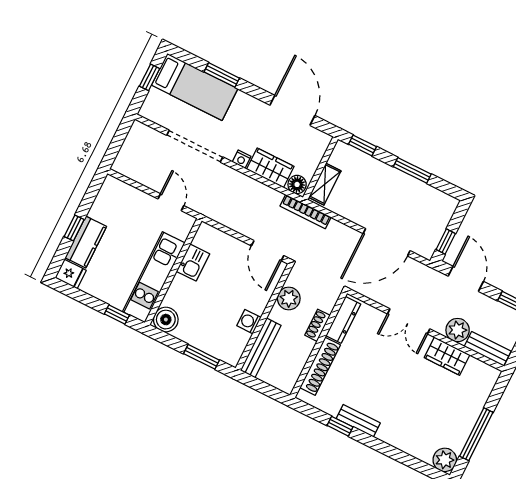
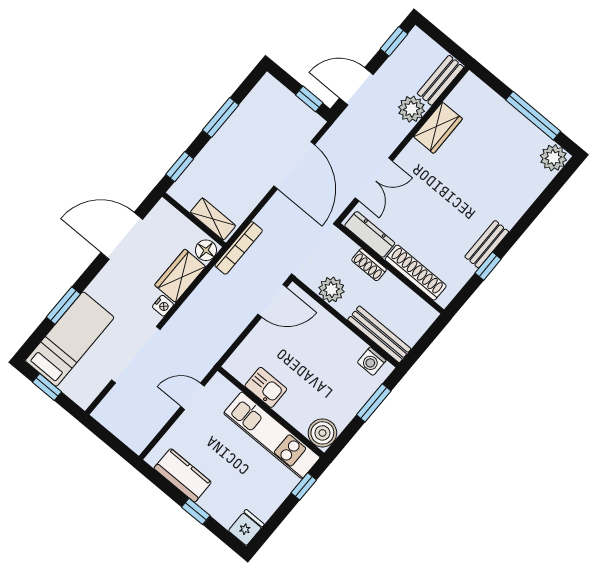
kitchen counter: (86, 242) -> (183, 475), moved
double door: (409, 321) -> (374, 179), moved
washing machine: (249, 322) -> (372, 361), moved

